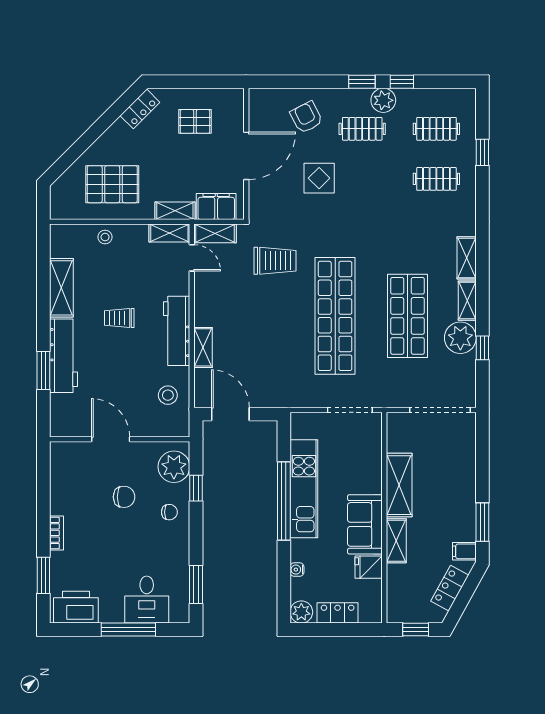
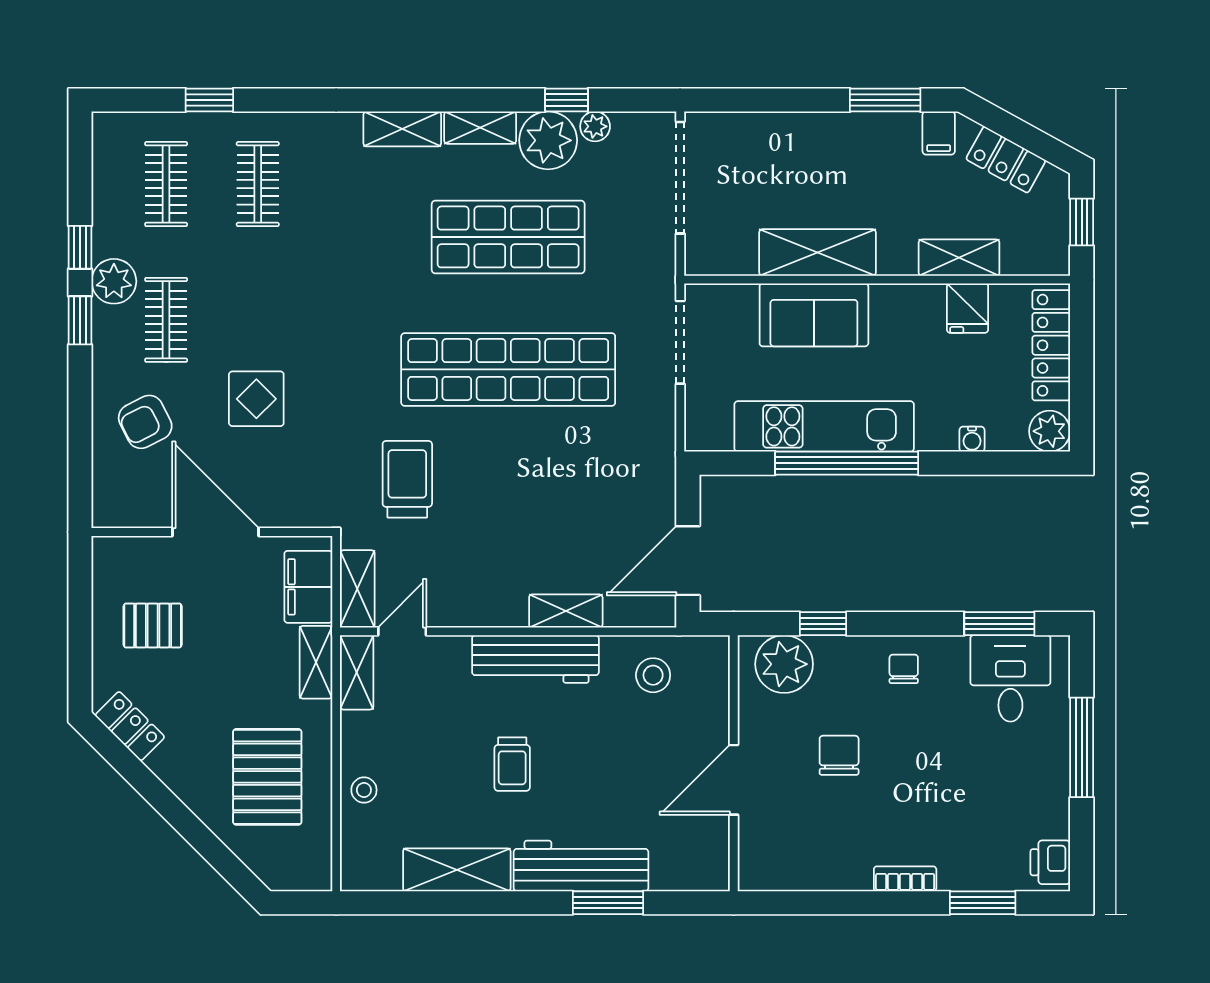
pallet: (195, 121) -> (153, 626), turned 90
plant: (468, 363) -> (595, 126), added
chair: (169, 512) -> (904, 669), moved
sofa: (365, 524) -> (814, 315), moved
shelving: (396, 541) -> (959, 258), moved
desk: (147, 600) -> (1010, 678), moved, turned -90
printer: (76, 607) -> (1050, 862), width x0.53, depth x0.68
locker: (338, 613) -> (1051, 345), width x1.53

